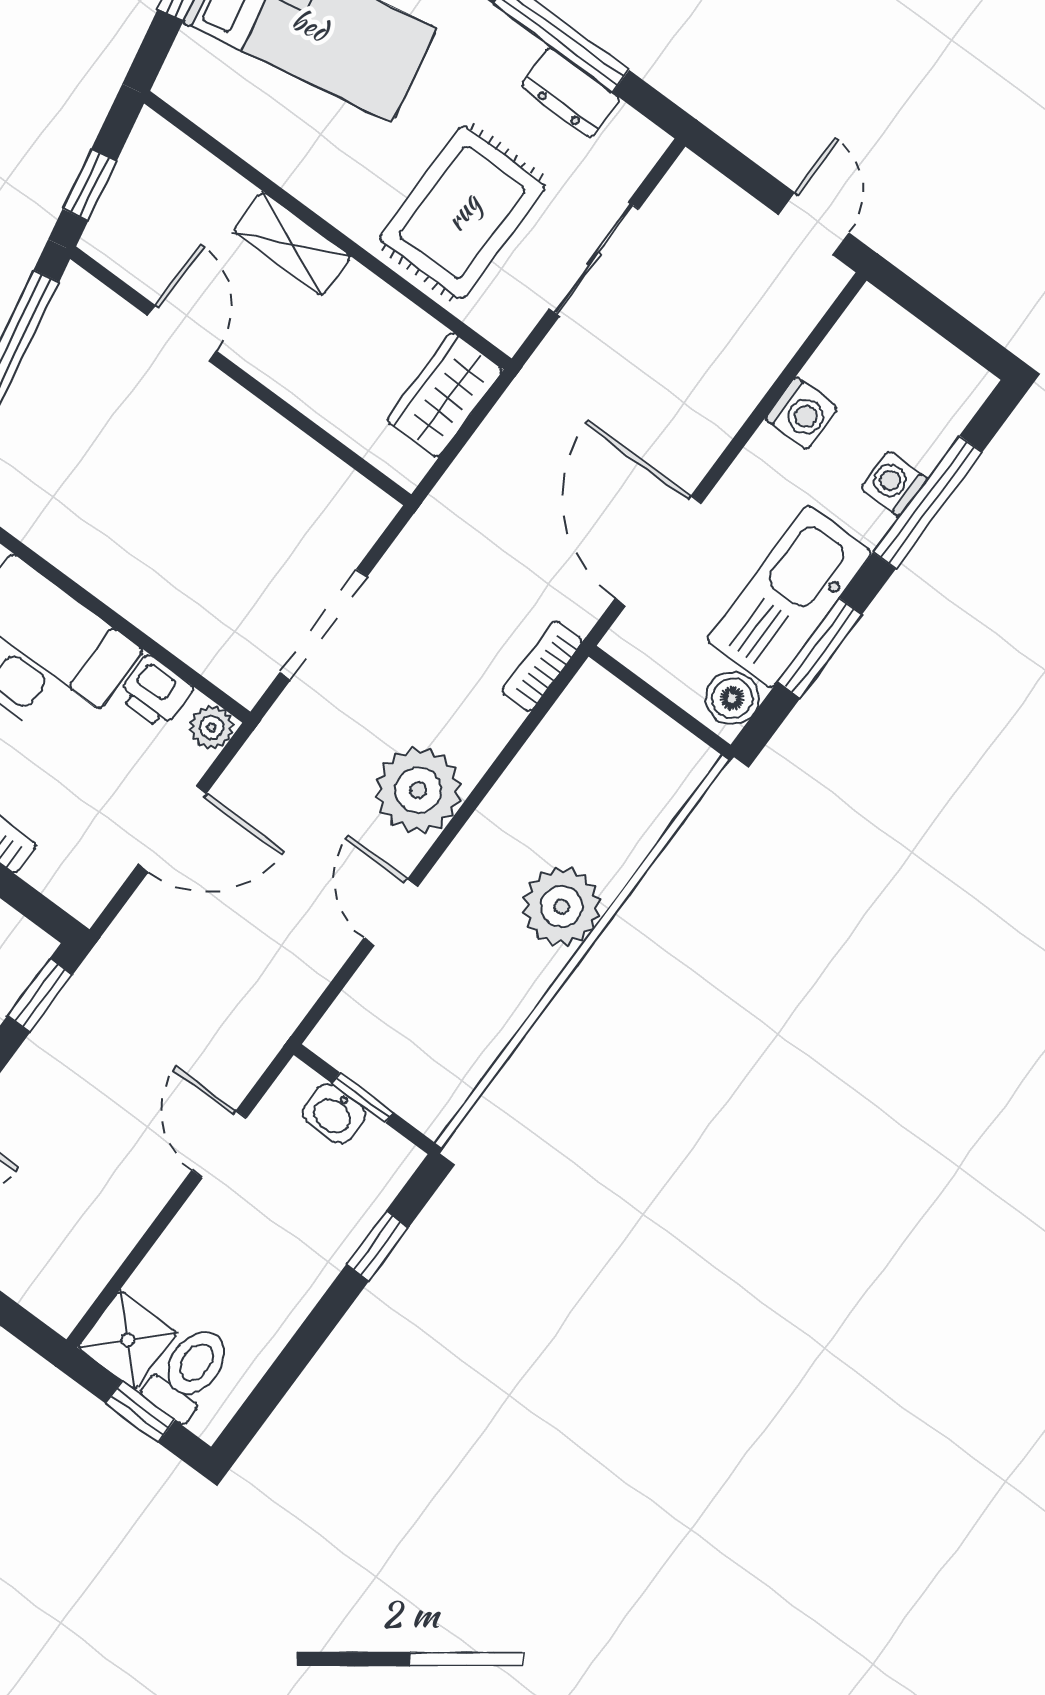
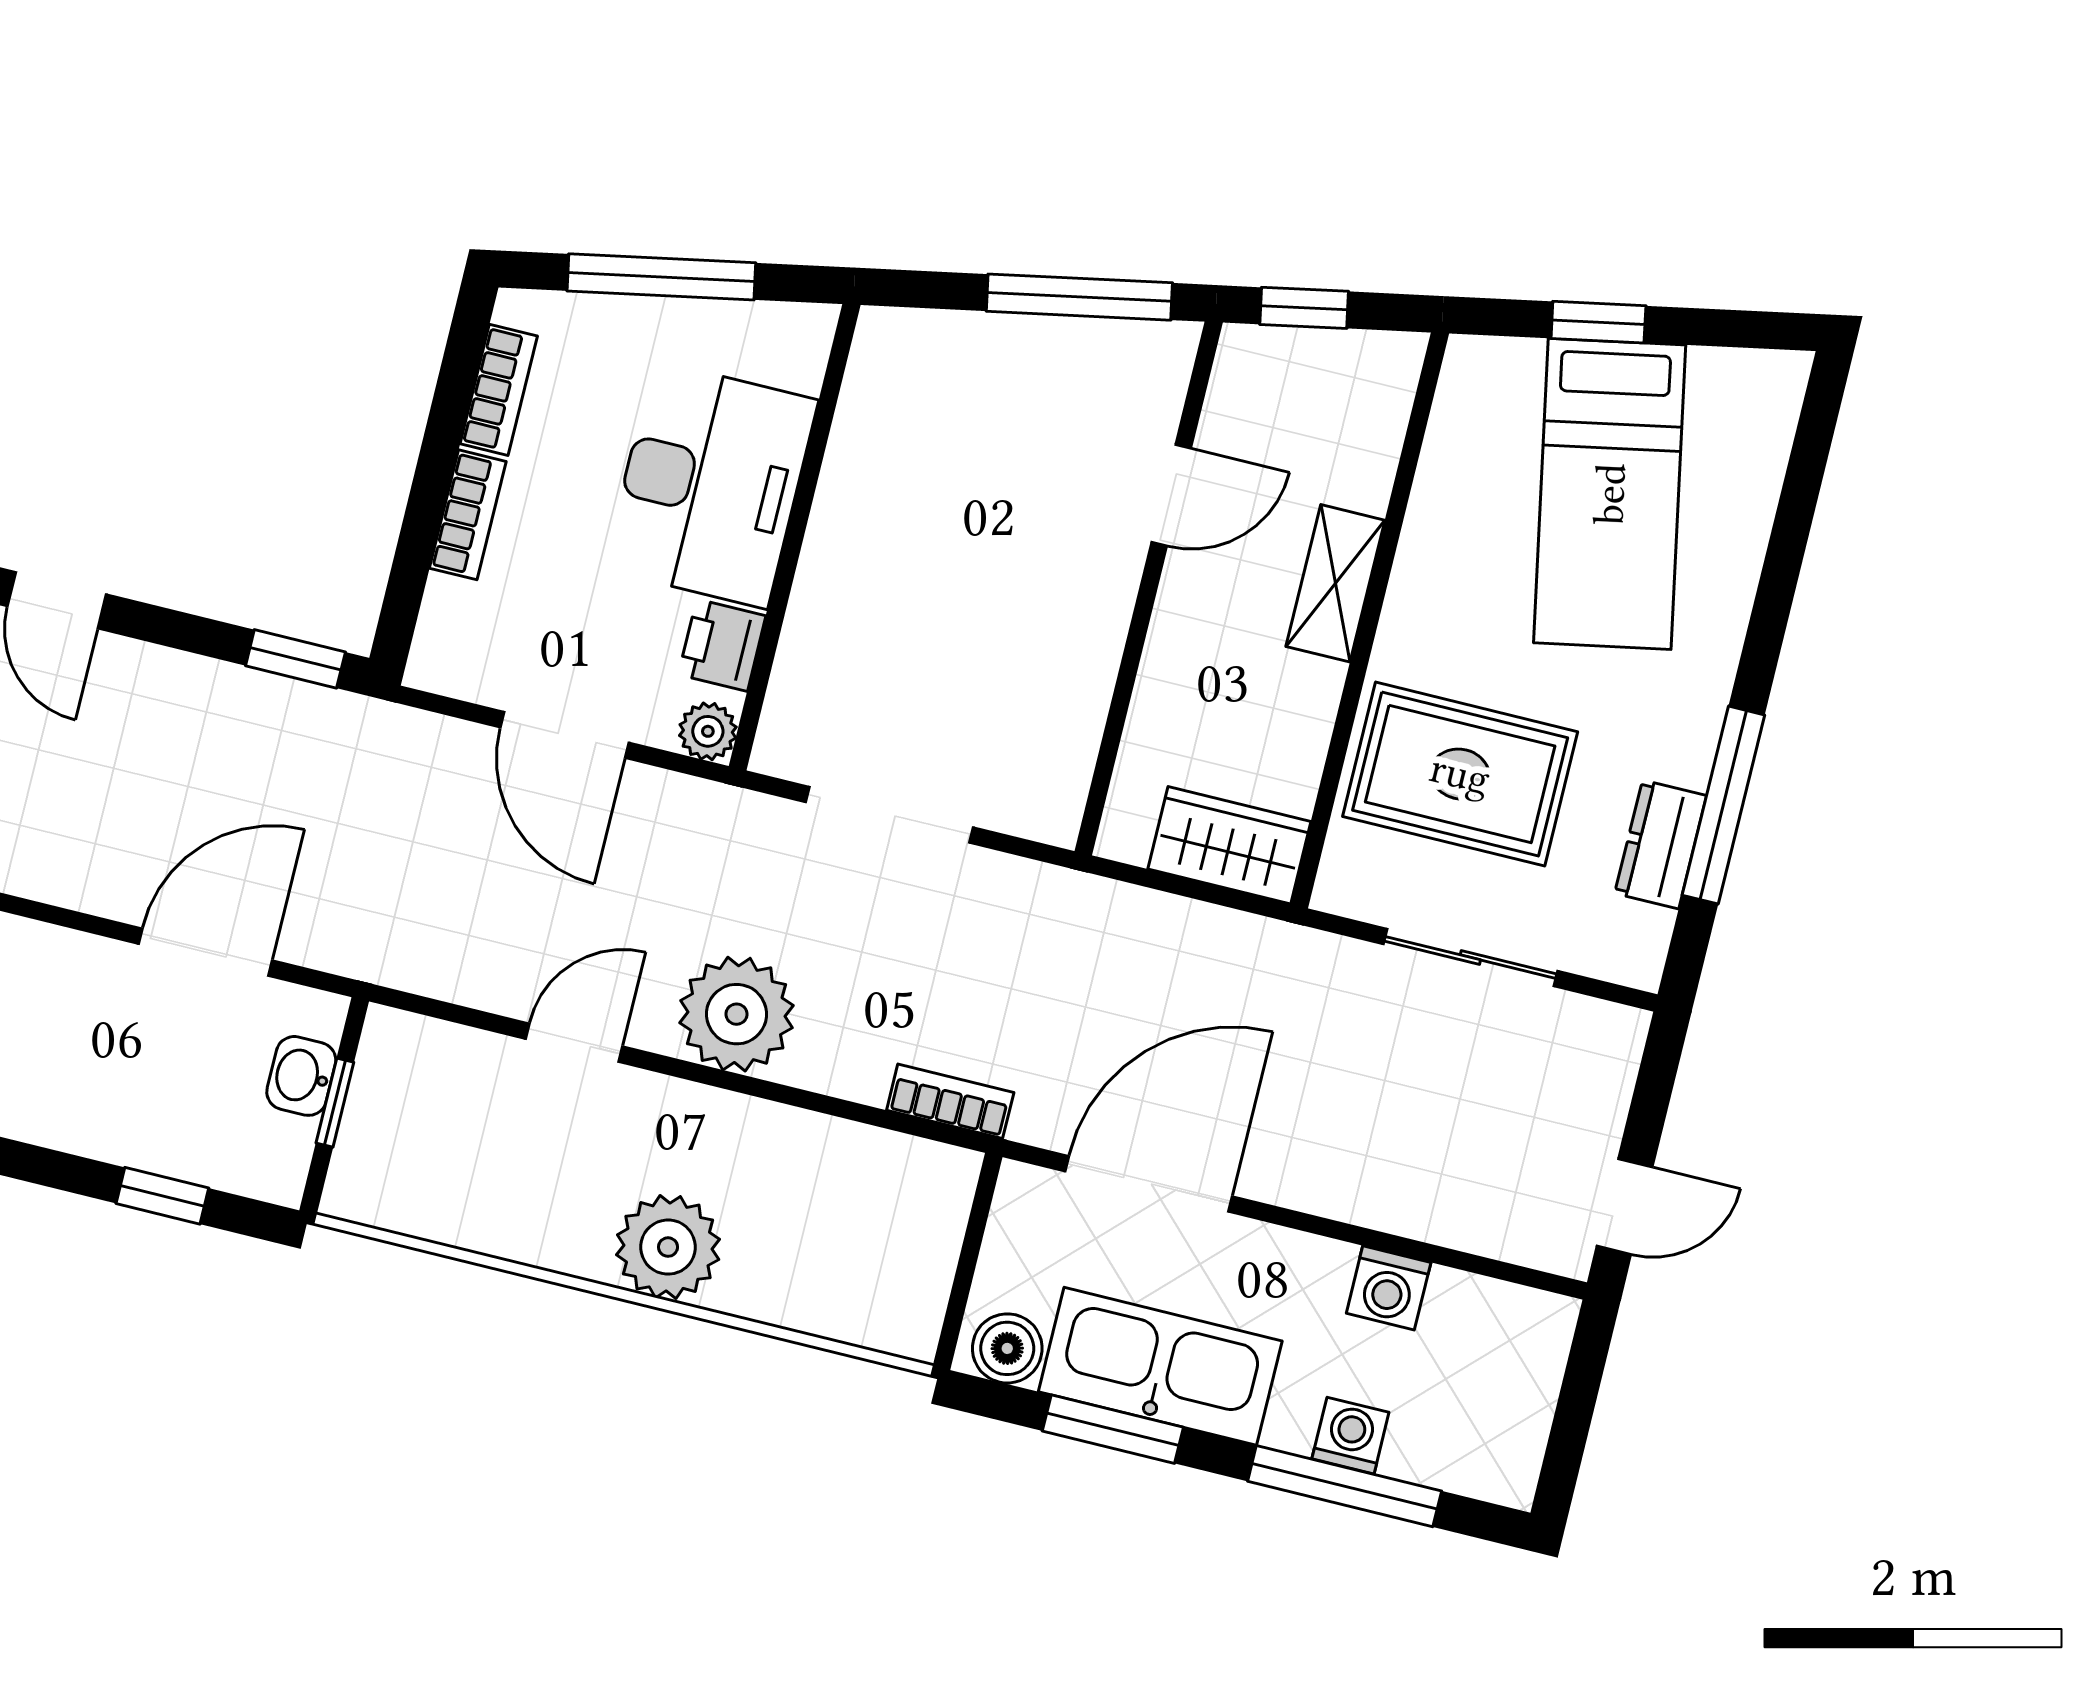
door: (219, 1144) -> (206, 952), width x1.38

